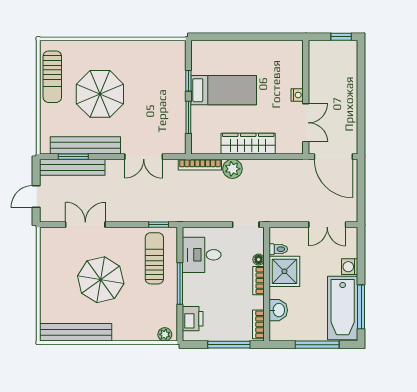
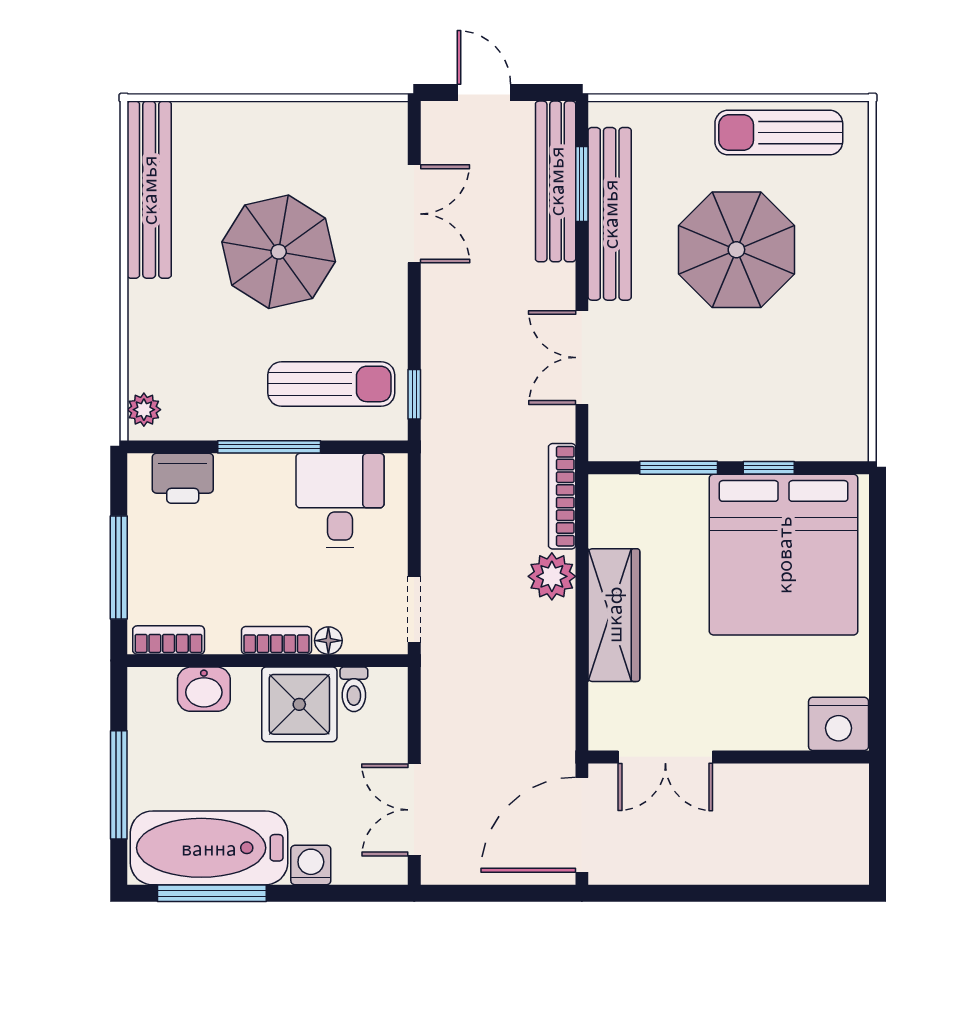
window: (341, 37) -> (877, 844), removed
bed: (224, 90) -> (784, 555), width x2.04
nightstand: (297, 95) -> (839, 724), moved, width x1.89, depth x1.79

